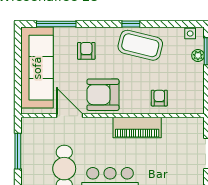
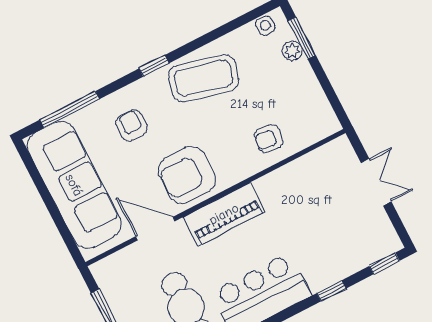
window: (131, 24) -> (154, 66), moved
armchair: (159, 98) -> (269, 139), turned -83
piano: (137, 128) -> (224, 214), moved

